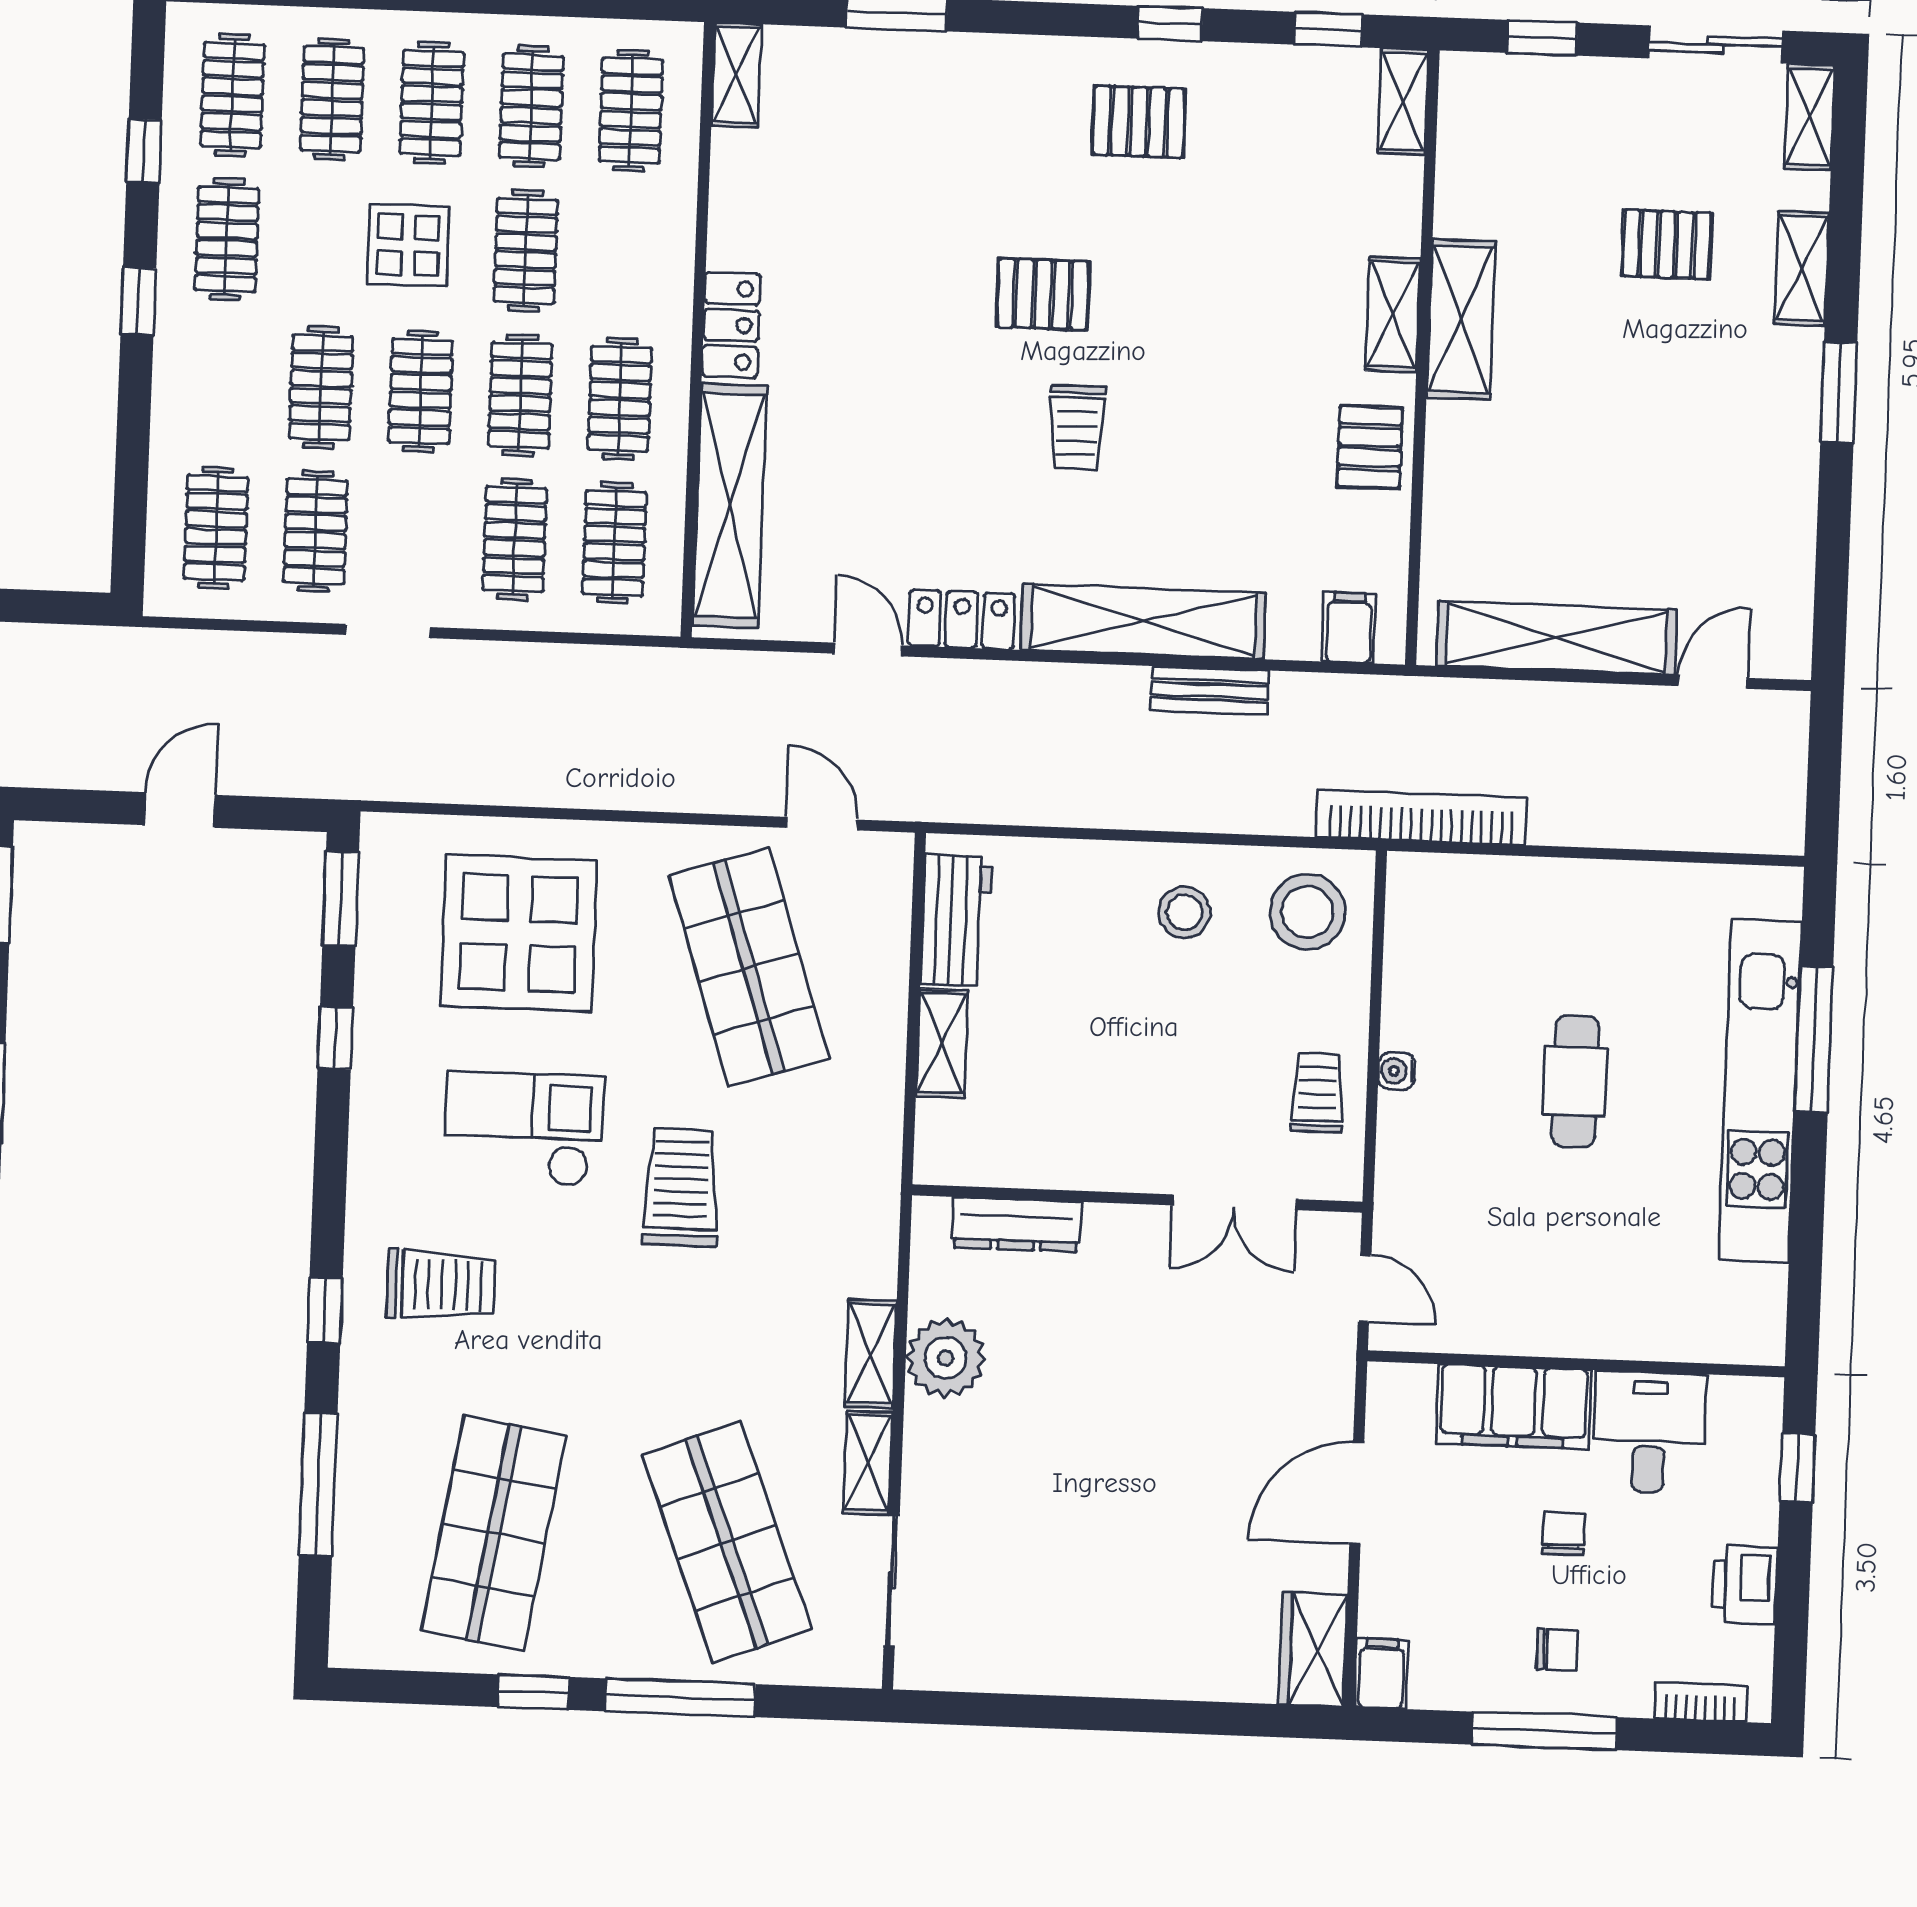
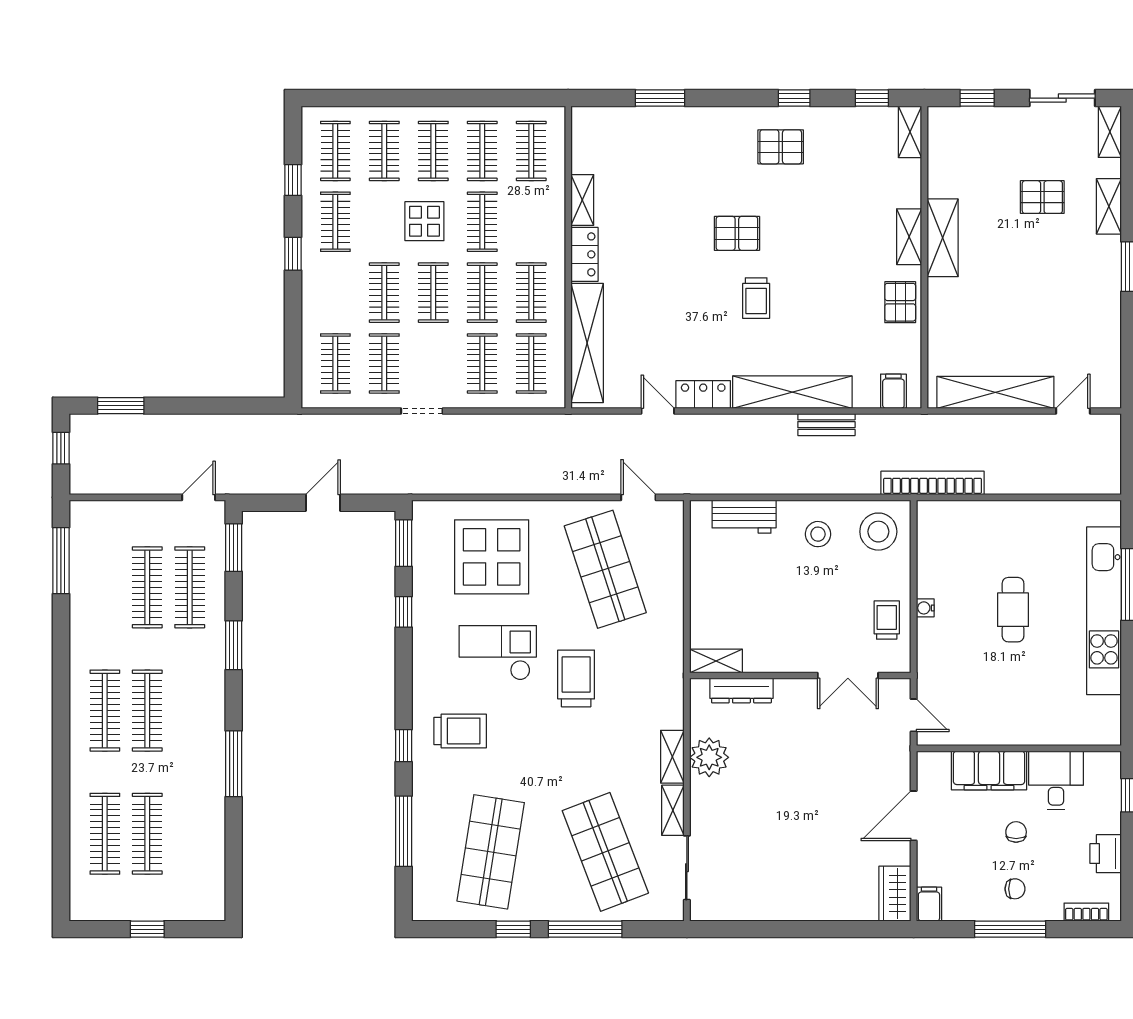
shelving: (736, 75) -> (582, 200), moved
workbench: (956, 920) -> (744, 517), moved, turned 90
shelving: (942, 1043) -> (716, 661), moved, turned 90

